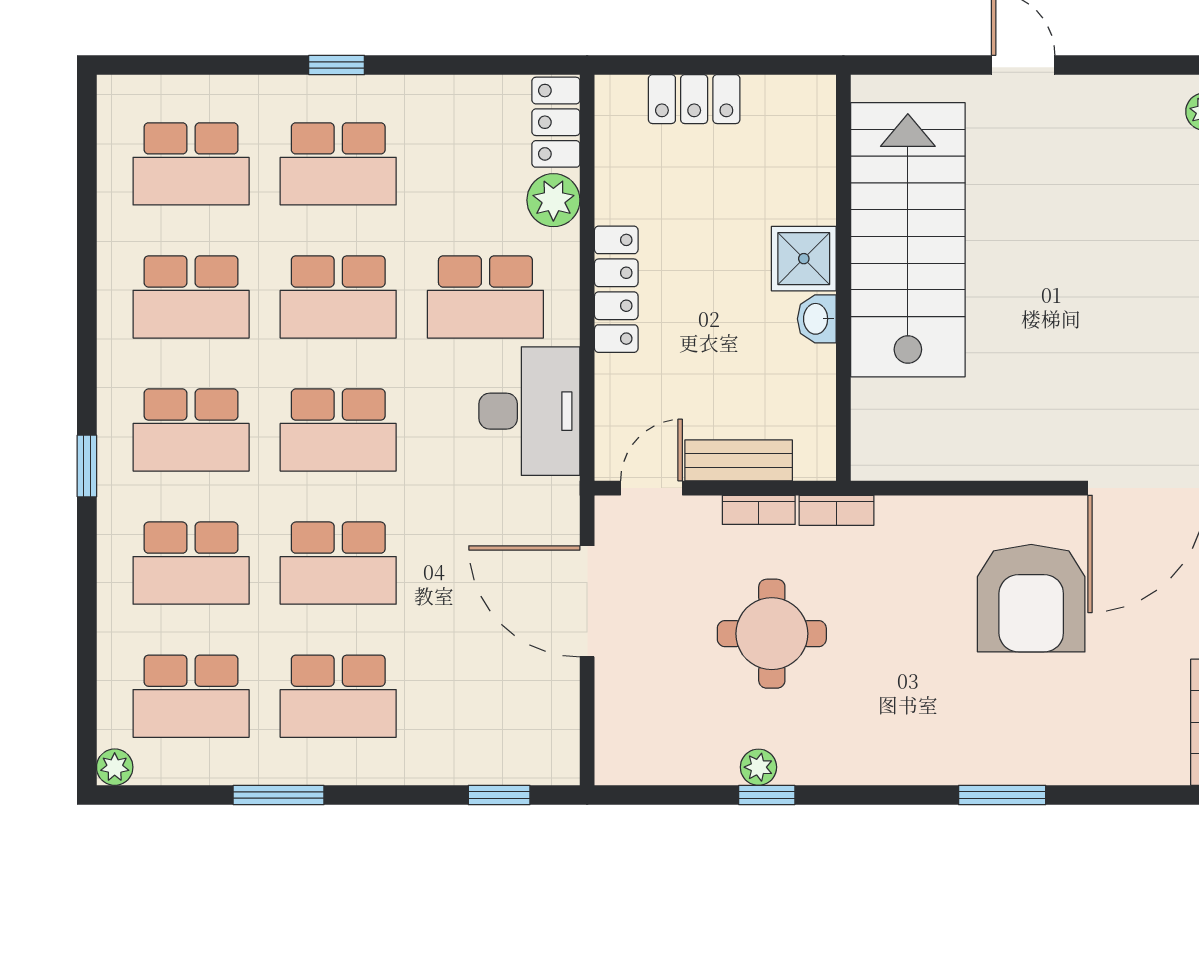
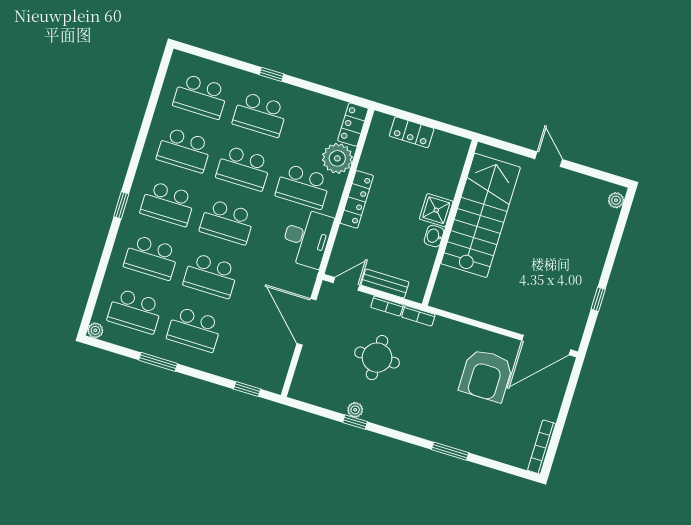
plant: (553, 200) -> (337, 158), width x1.36, depth x1.36

